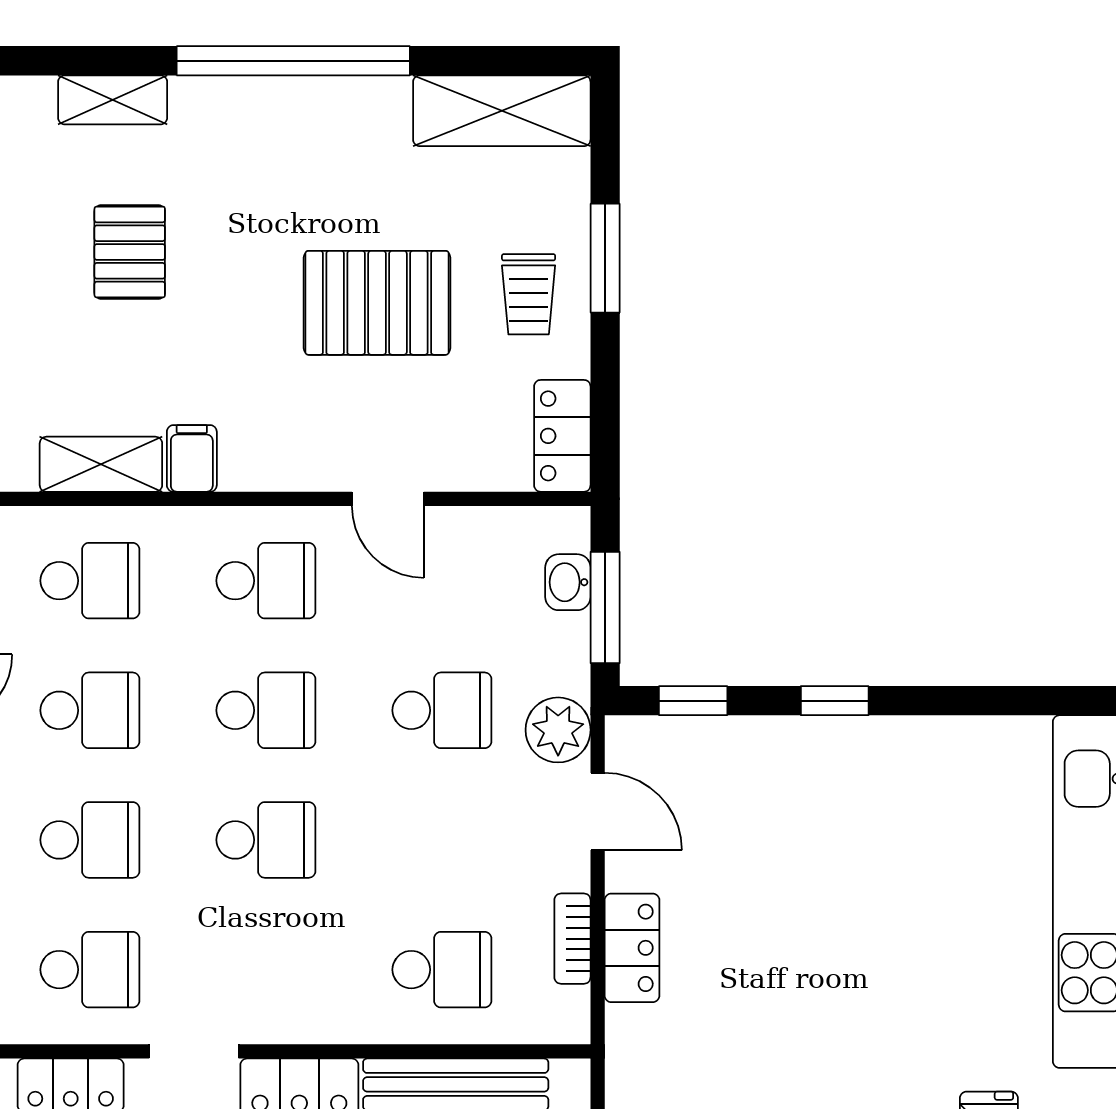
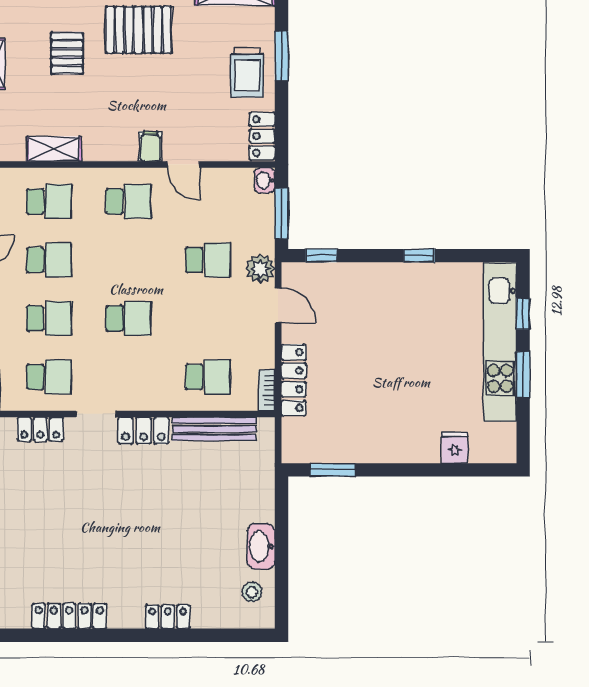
trolley: (529, 294) -> (247, 72), width x1.36, depth x1.39
pallet: (377, 303) -> (139, 30), moved
filing cabinet: (192, 458) -> (150, 146), moved
washbasin: (568, 582) -> (265, 180), moved
window: (835, 701) -> (419, 256), moved
school desk: (266, 710) -> (128, 260), removed
bookcase: (572, 939) -> (267, 390), moved
locker: (632, 948) -> (294, 380), width x1.53

